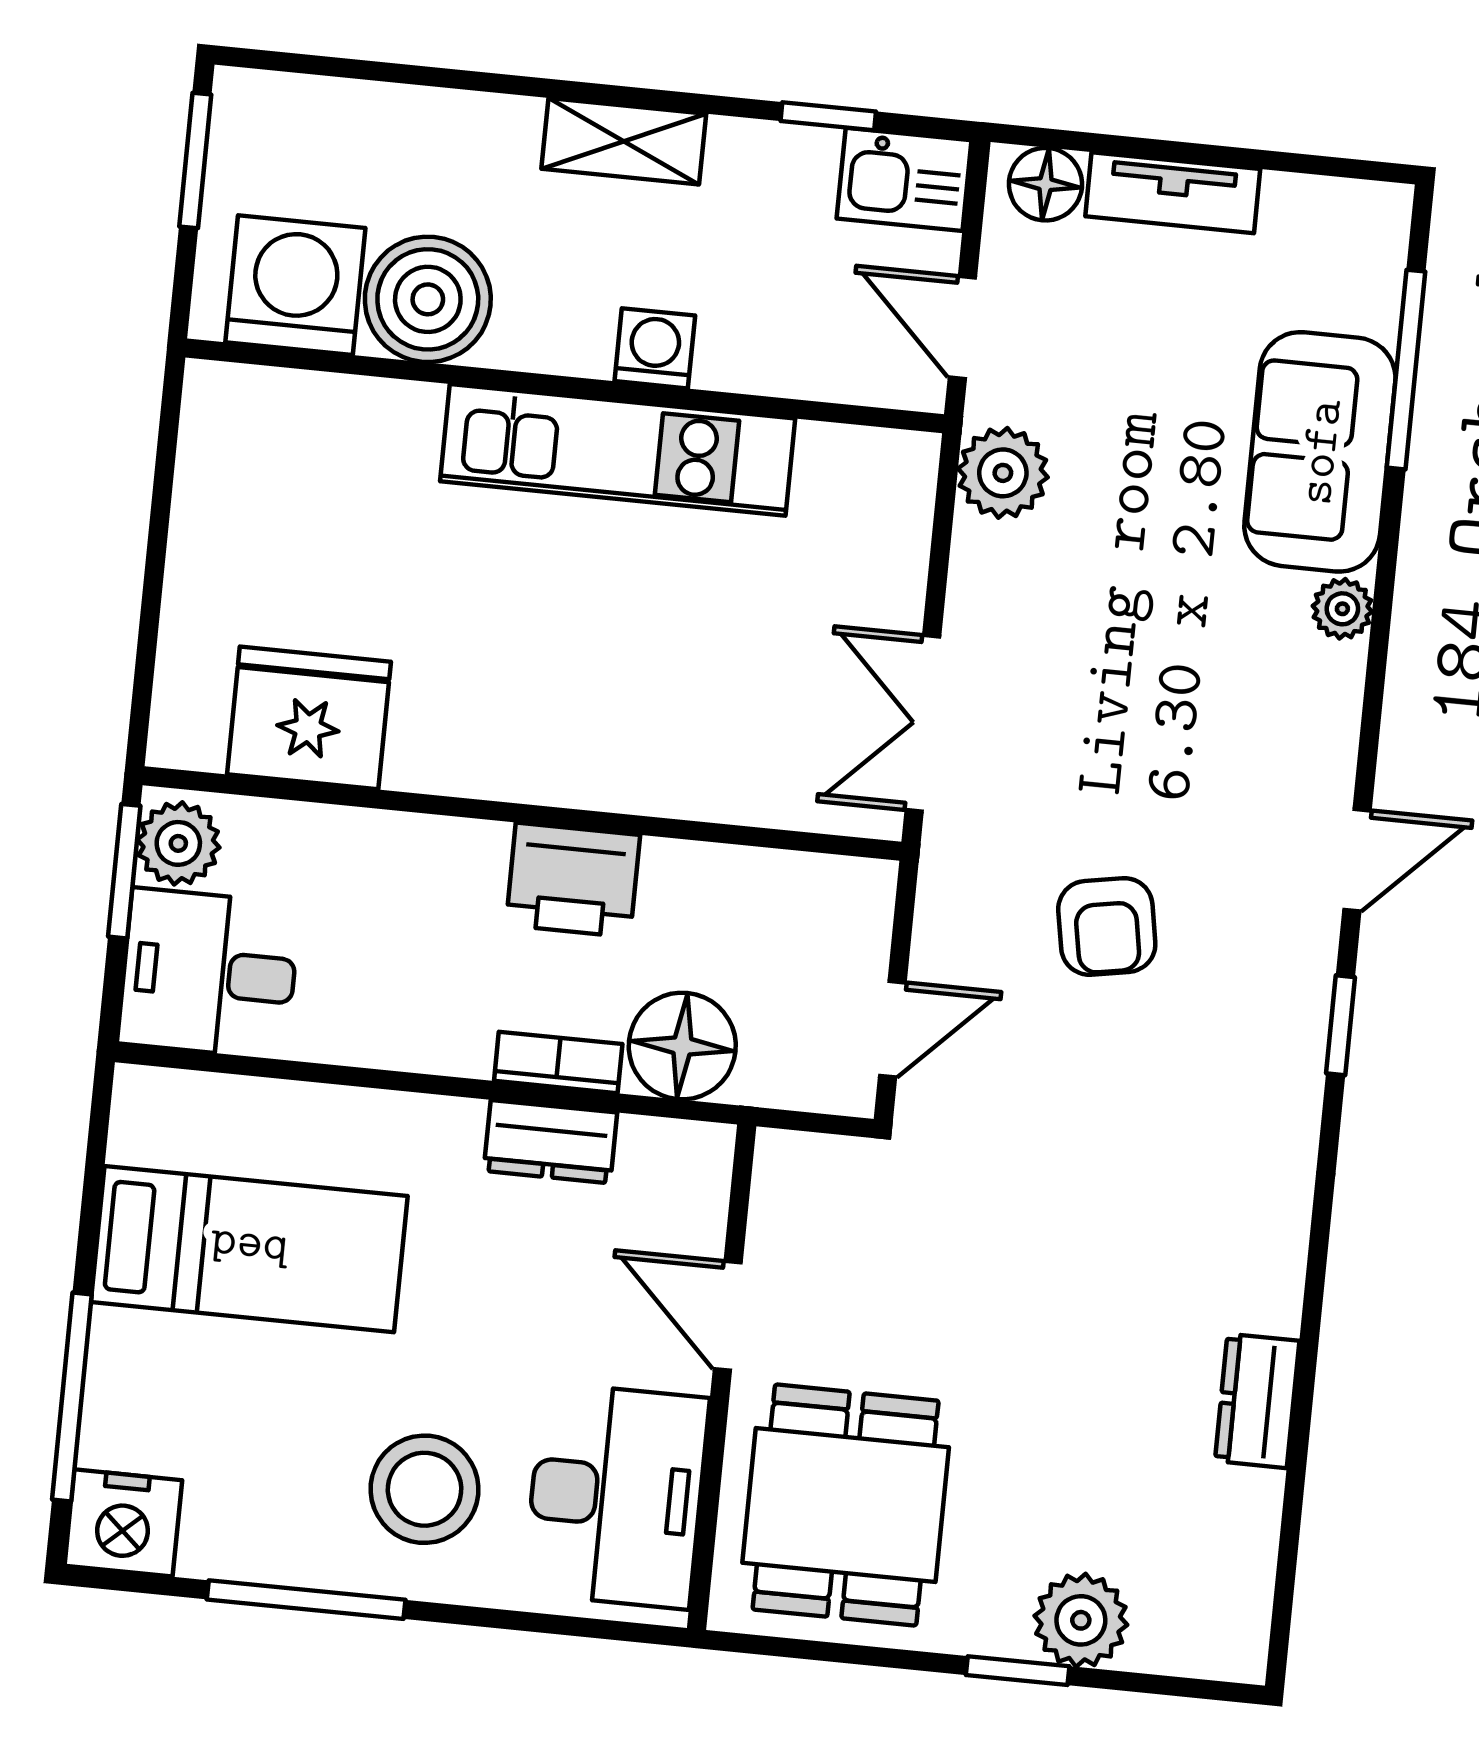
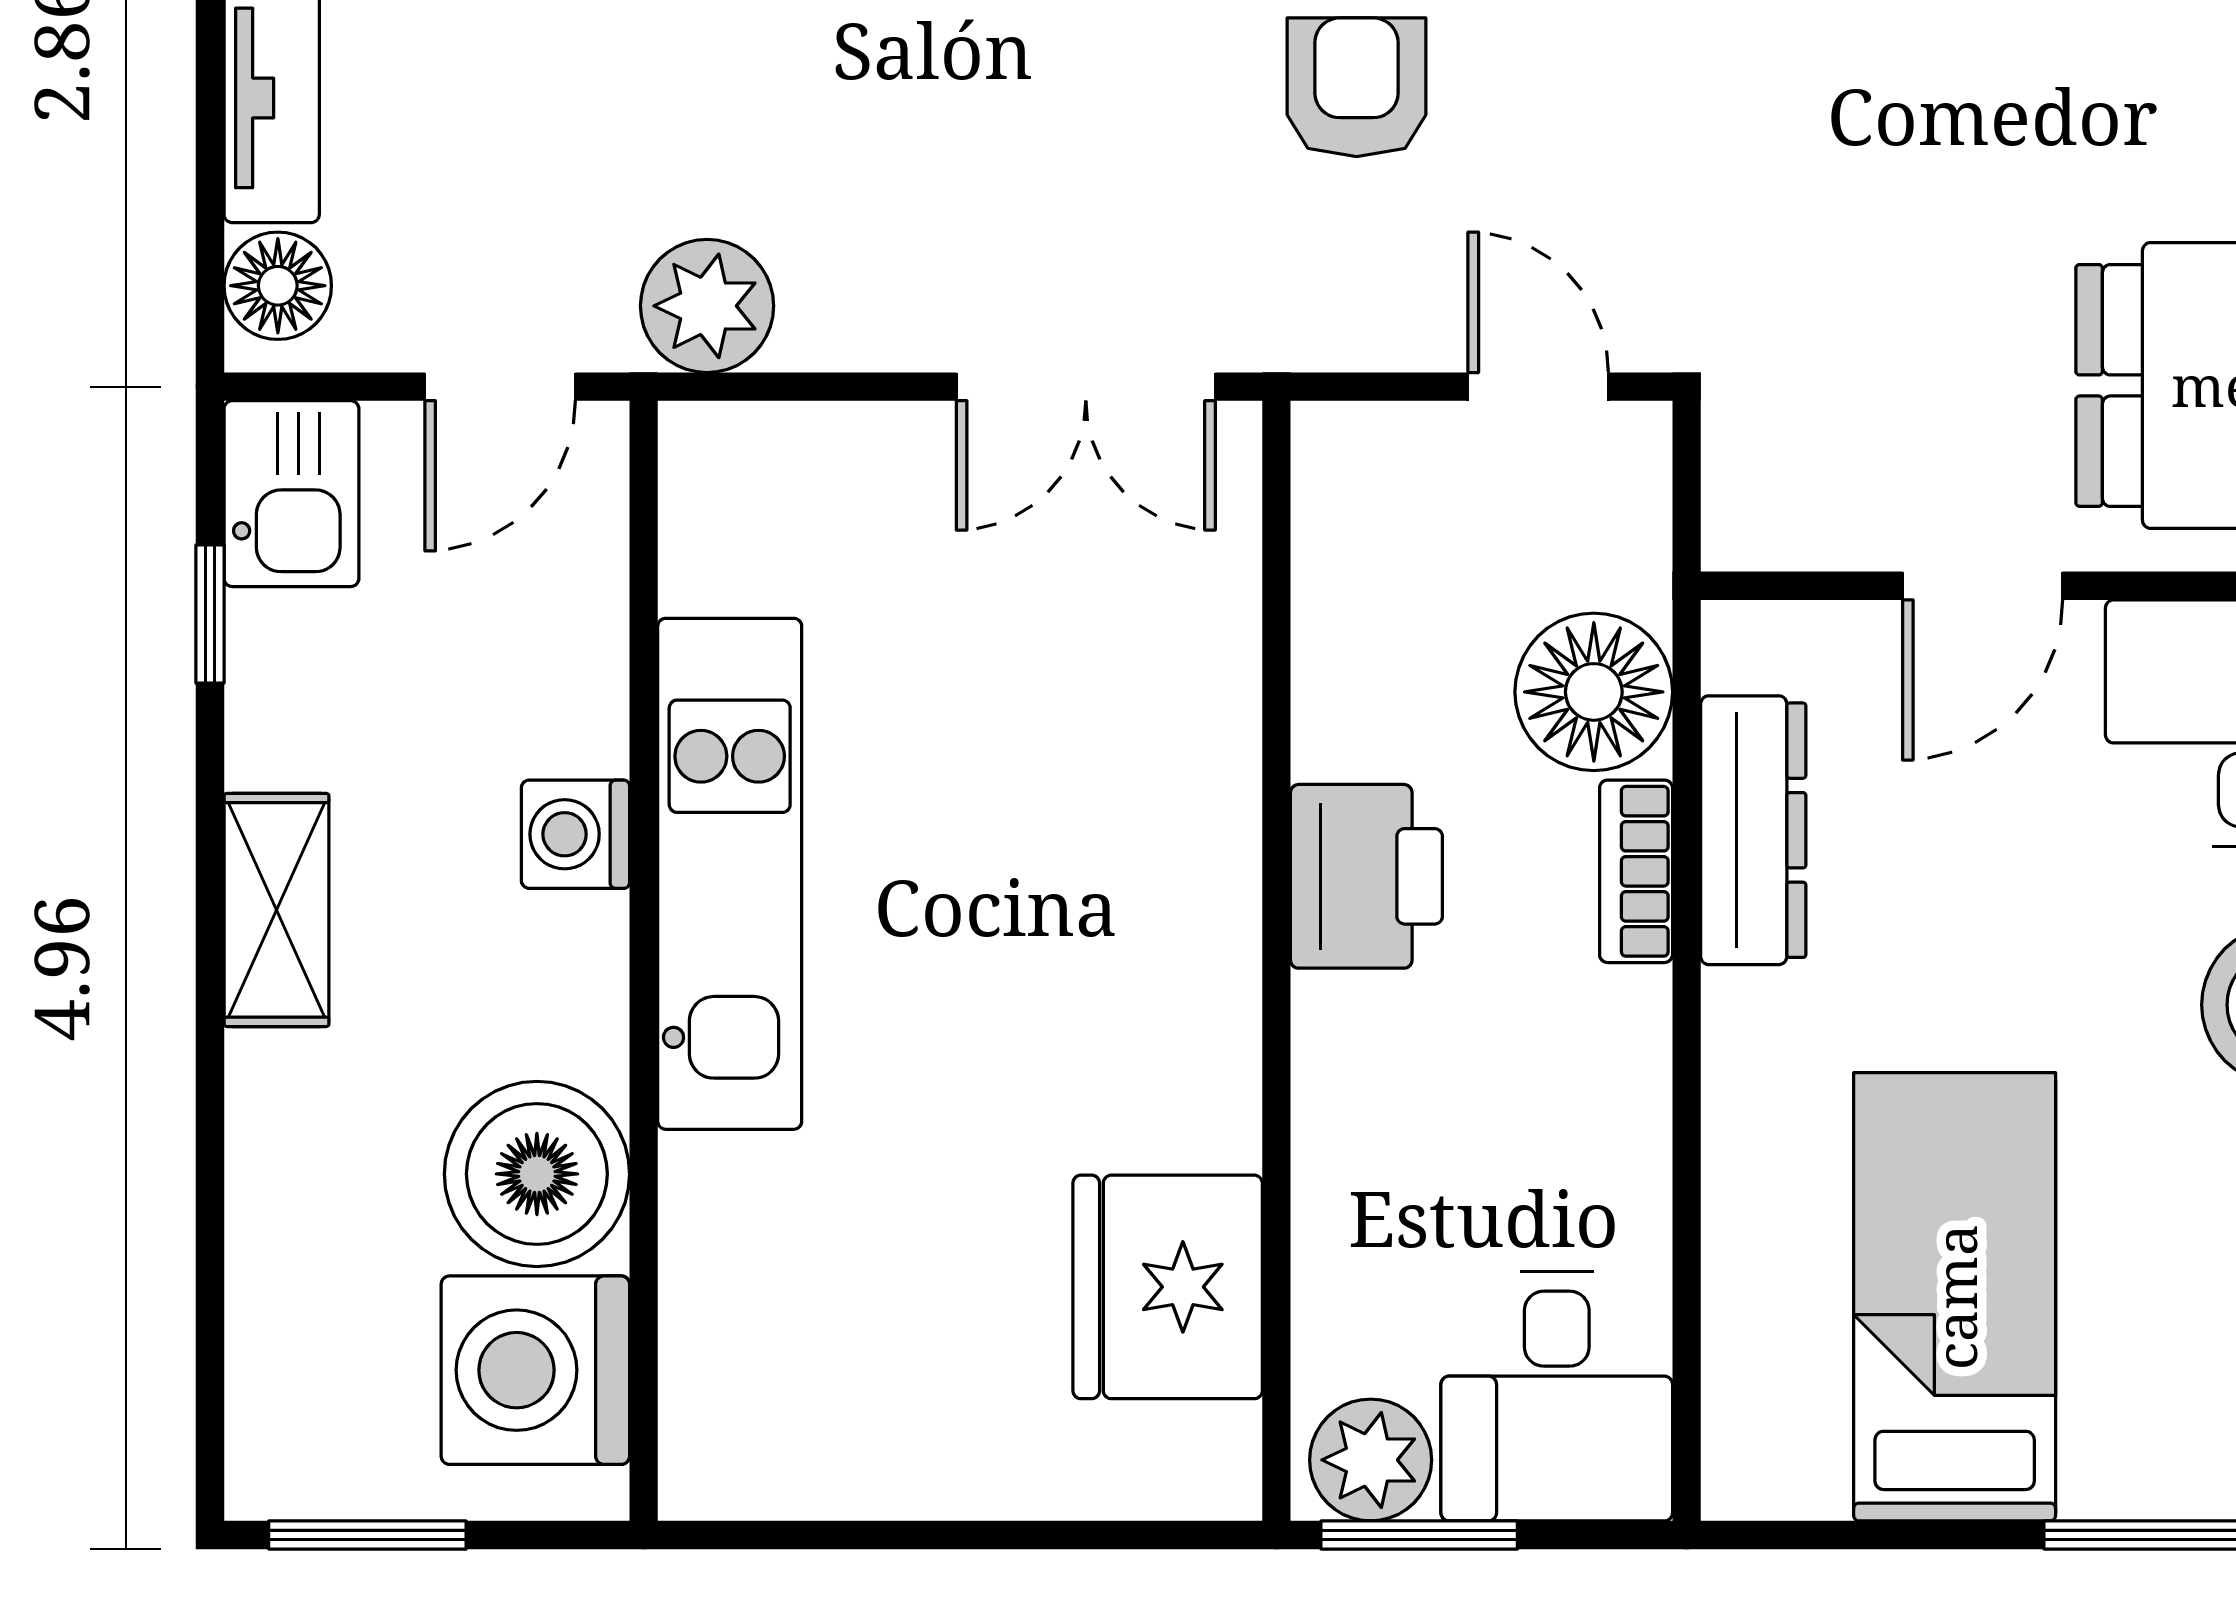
armchair: (1107, 926) -> (1357, 87), turned -80
dresser: (550, 1142) -> (1753, 830), width x1.44

